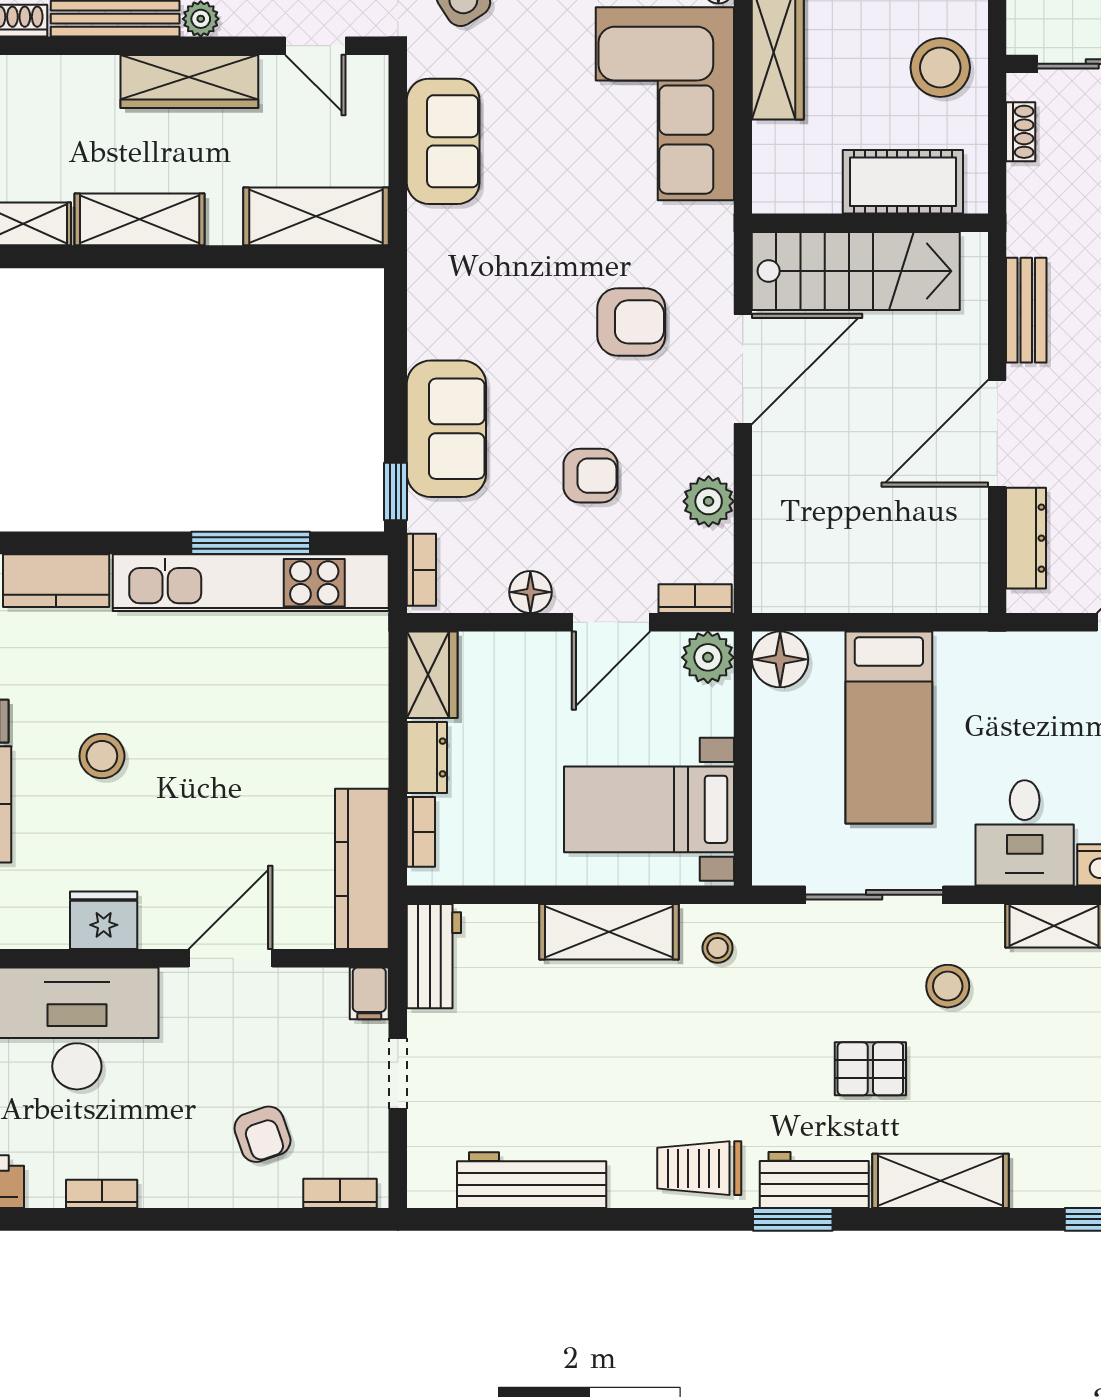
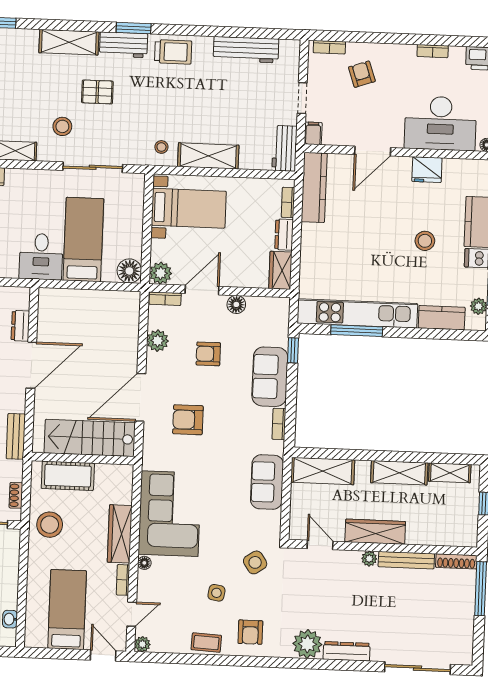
sofa: (443, 141) -> (267, 482), moved
bench: (1026, 310) -> (16, 436), moved
dresser: (1026, 538) -> (20, 326), width x0.70
bookcase: (421, 570) -> (279, 424), moved
desk: (1025, 833) -> (41, 257), moved, turned 180

